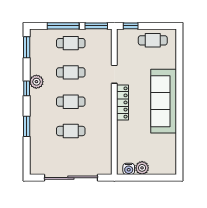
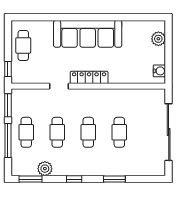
plant: (36, 82) -> (45, 169), moved
plant: (142, 168) -> (158, 39), moved

